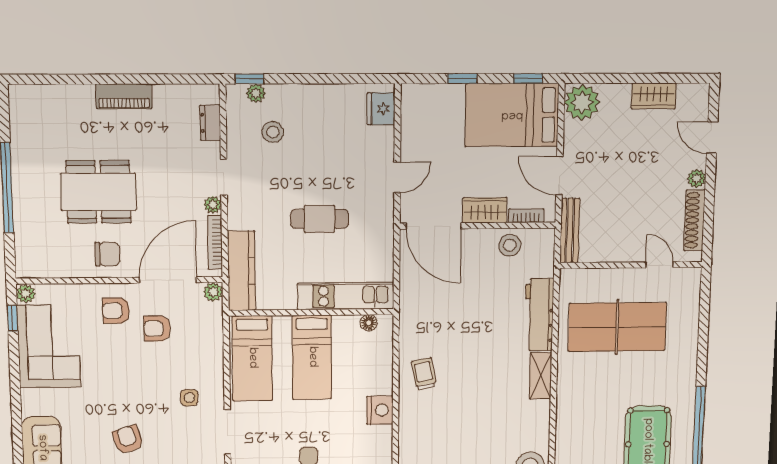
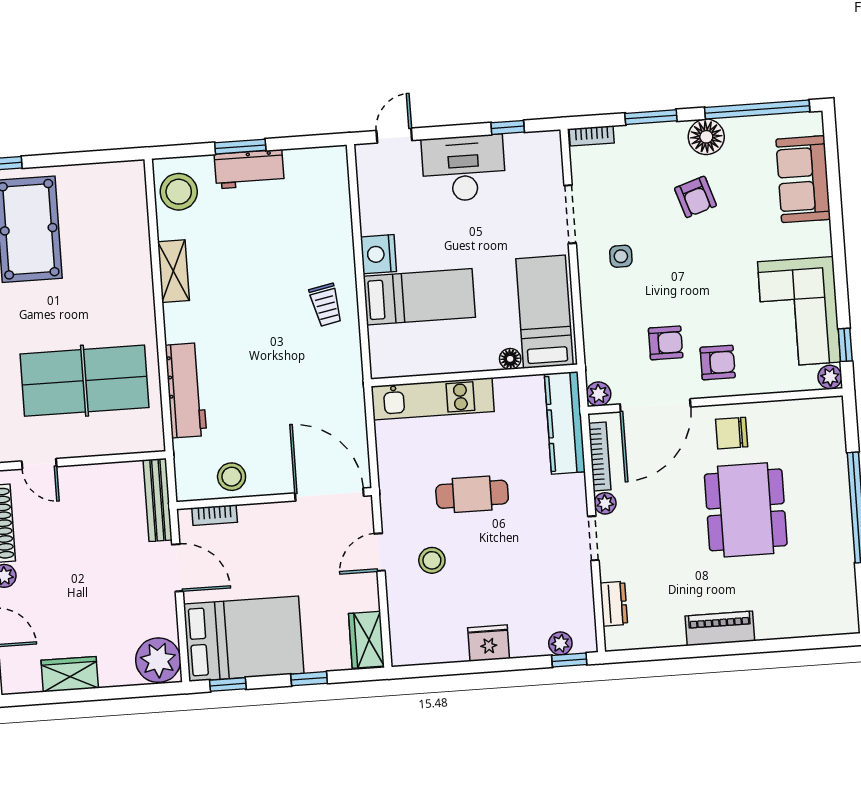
fridge: (381, 109) -> (489, 643), moved, turned -90
stool: (273, 132) -> (432, 560), moved
dining table: (98, 192) -> (746, 510), turned 90
wardrobe: (485, 210) -> (366, 640), moved, turned 90
floor lamp: (369, 323) -> (510, 359), moved
bed: (312, 357) -> (419, 297), moved, turned 90
shelving: (541, 376) -> (173, 271), moved

